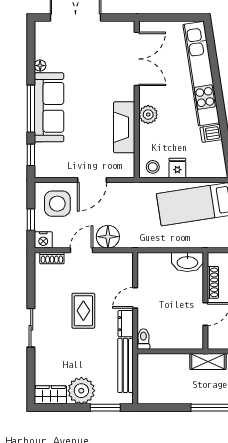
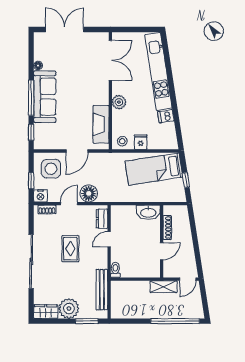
fireplace: (124, 127) -> (101, 124), moved
dresser: (126, 324) -> (102, 219), moved
sliding door: (31, 328) -> (31, 261), width x1.86

